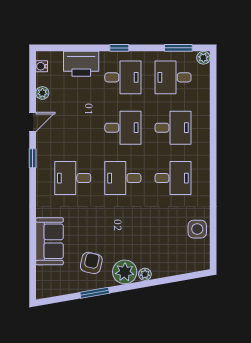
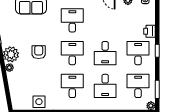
printer: (81, 64) -> (150, 31), width x0.53, depth x0.68
desk: (123, 77) -> (138, 53), turned 180
desk: (173, 178) -> (72, 86), turned 180
armchair: (91, 263) -> (39, 52), moved, turned -103

